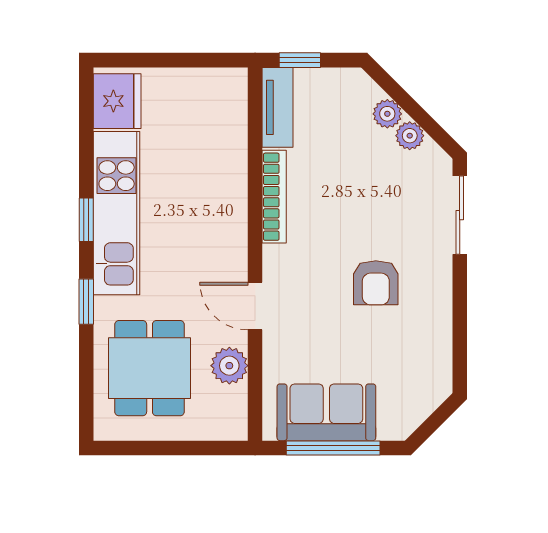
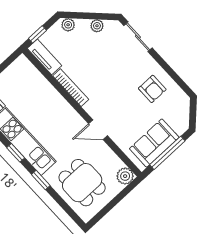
plant: (387, 114) -> (68, 25), moved
armchair: (376, 283) -> (152, 89), moved
plant: (229, 366) -> (125, 176), moved

